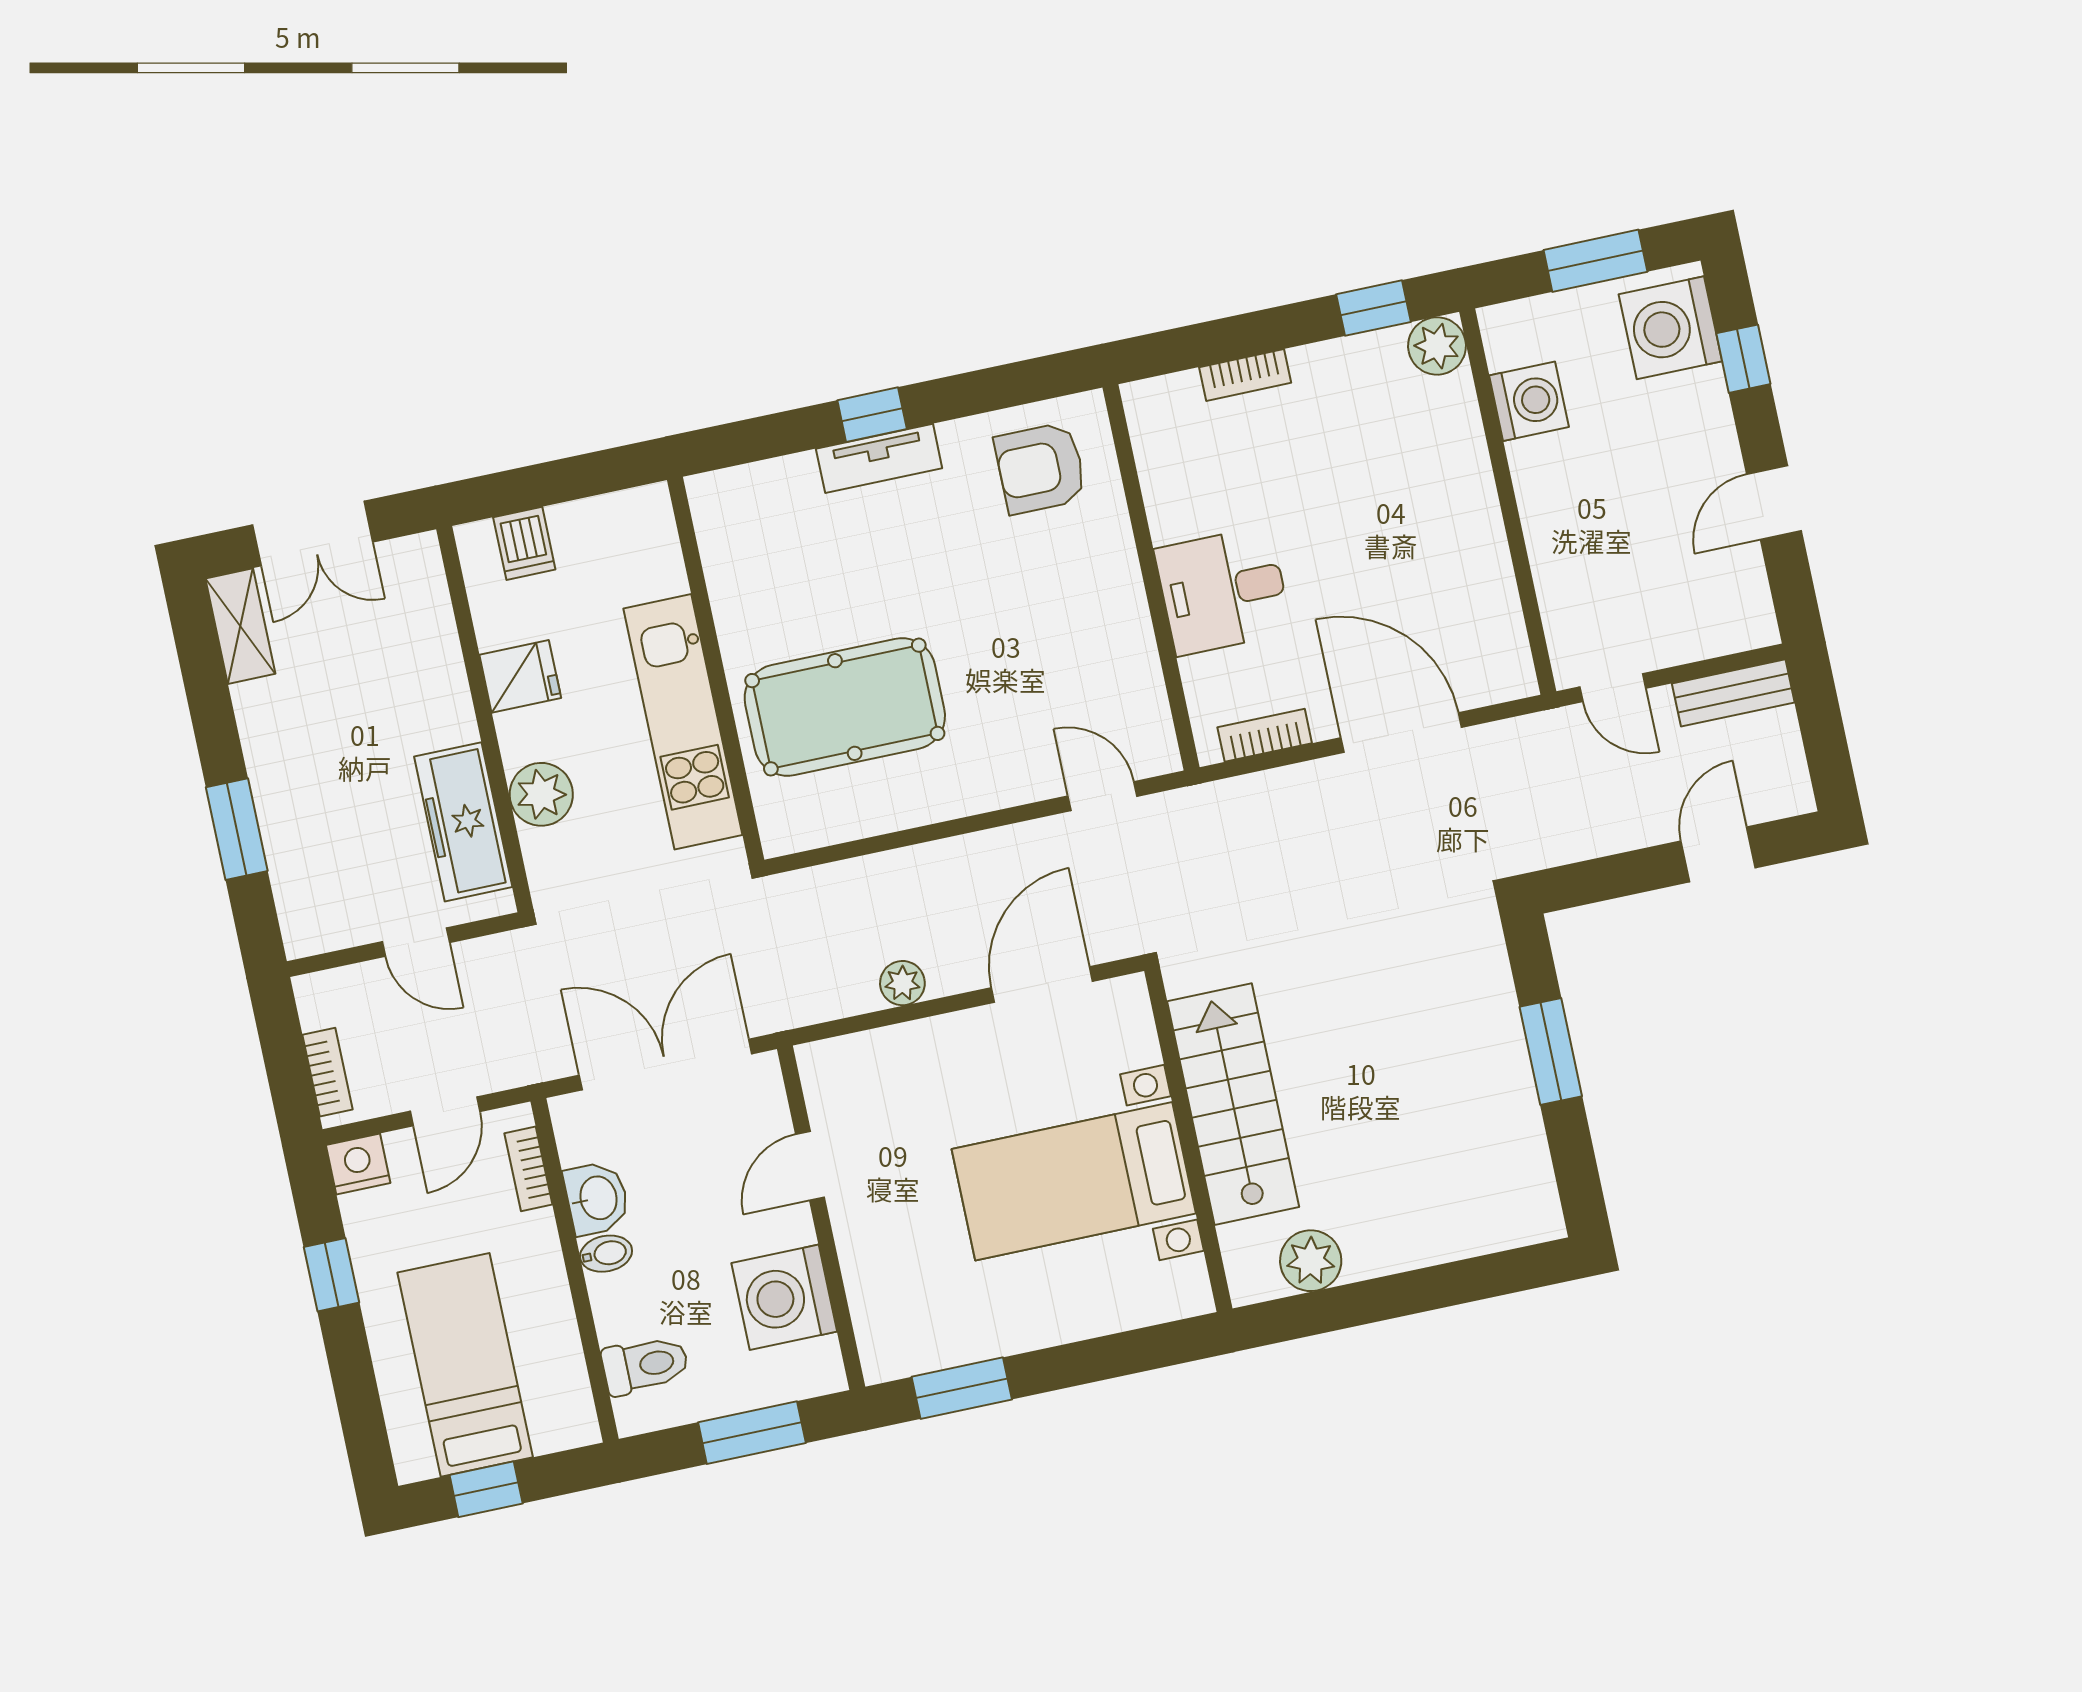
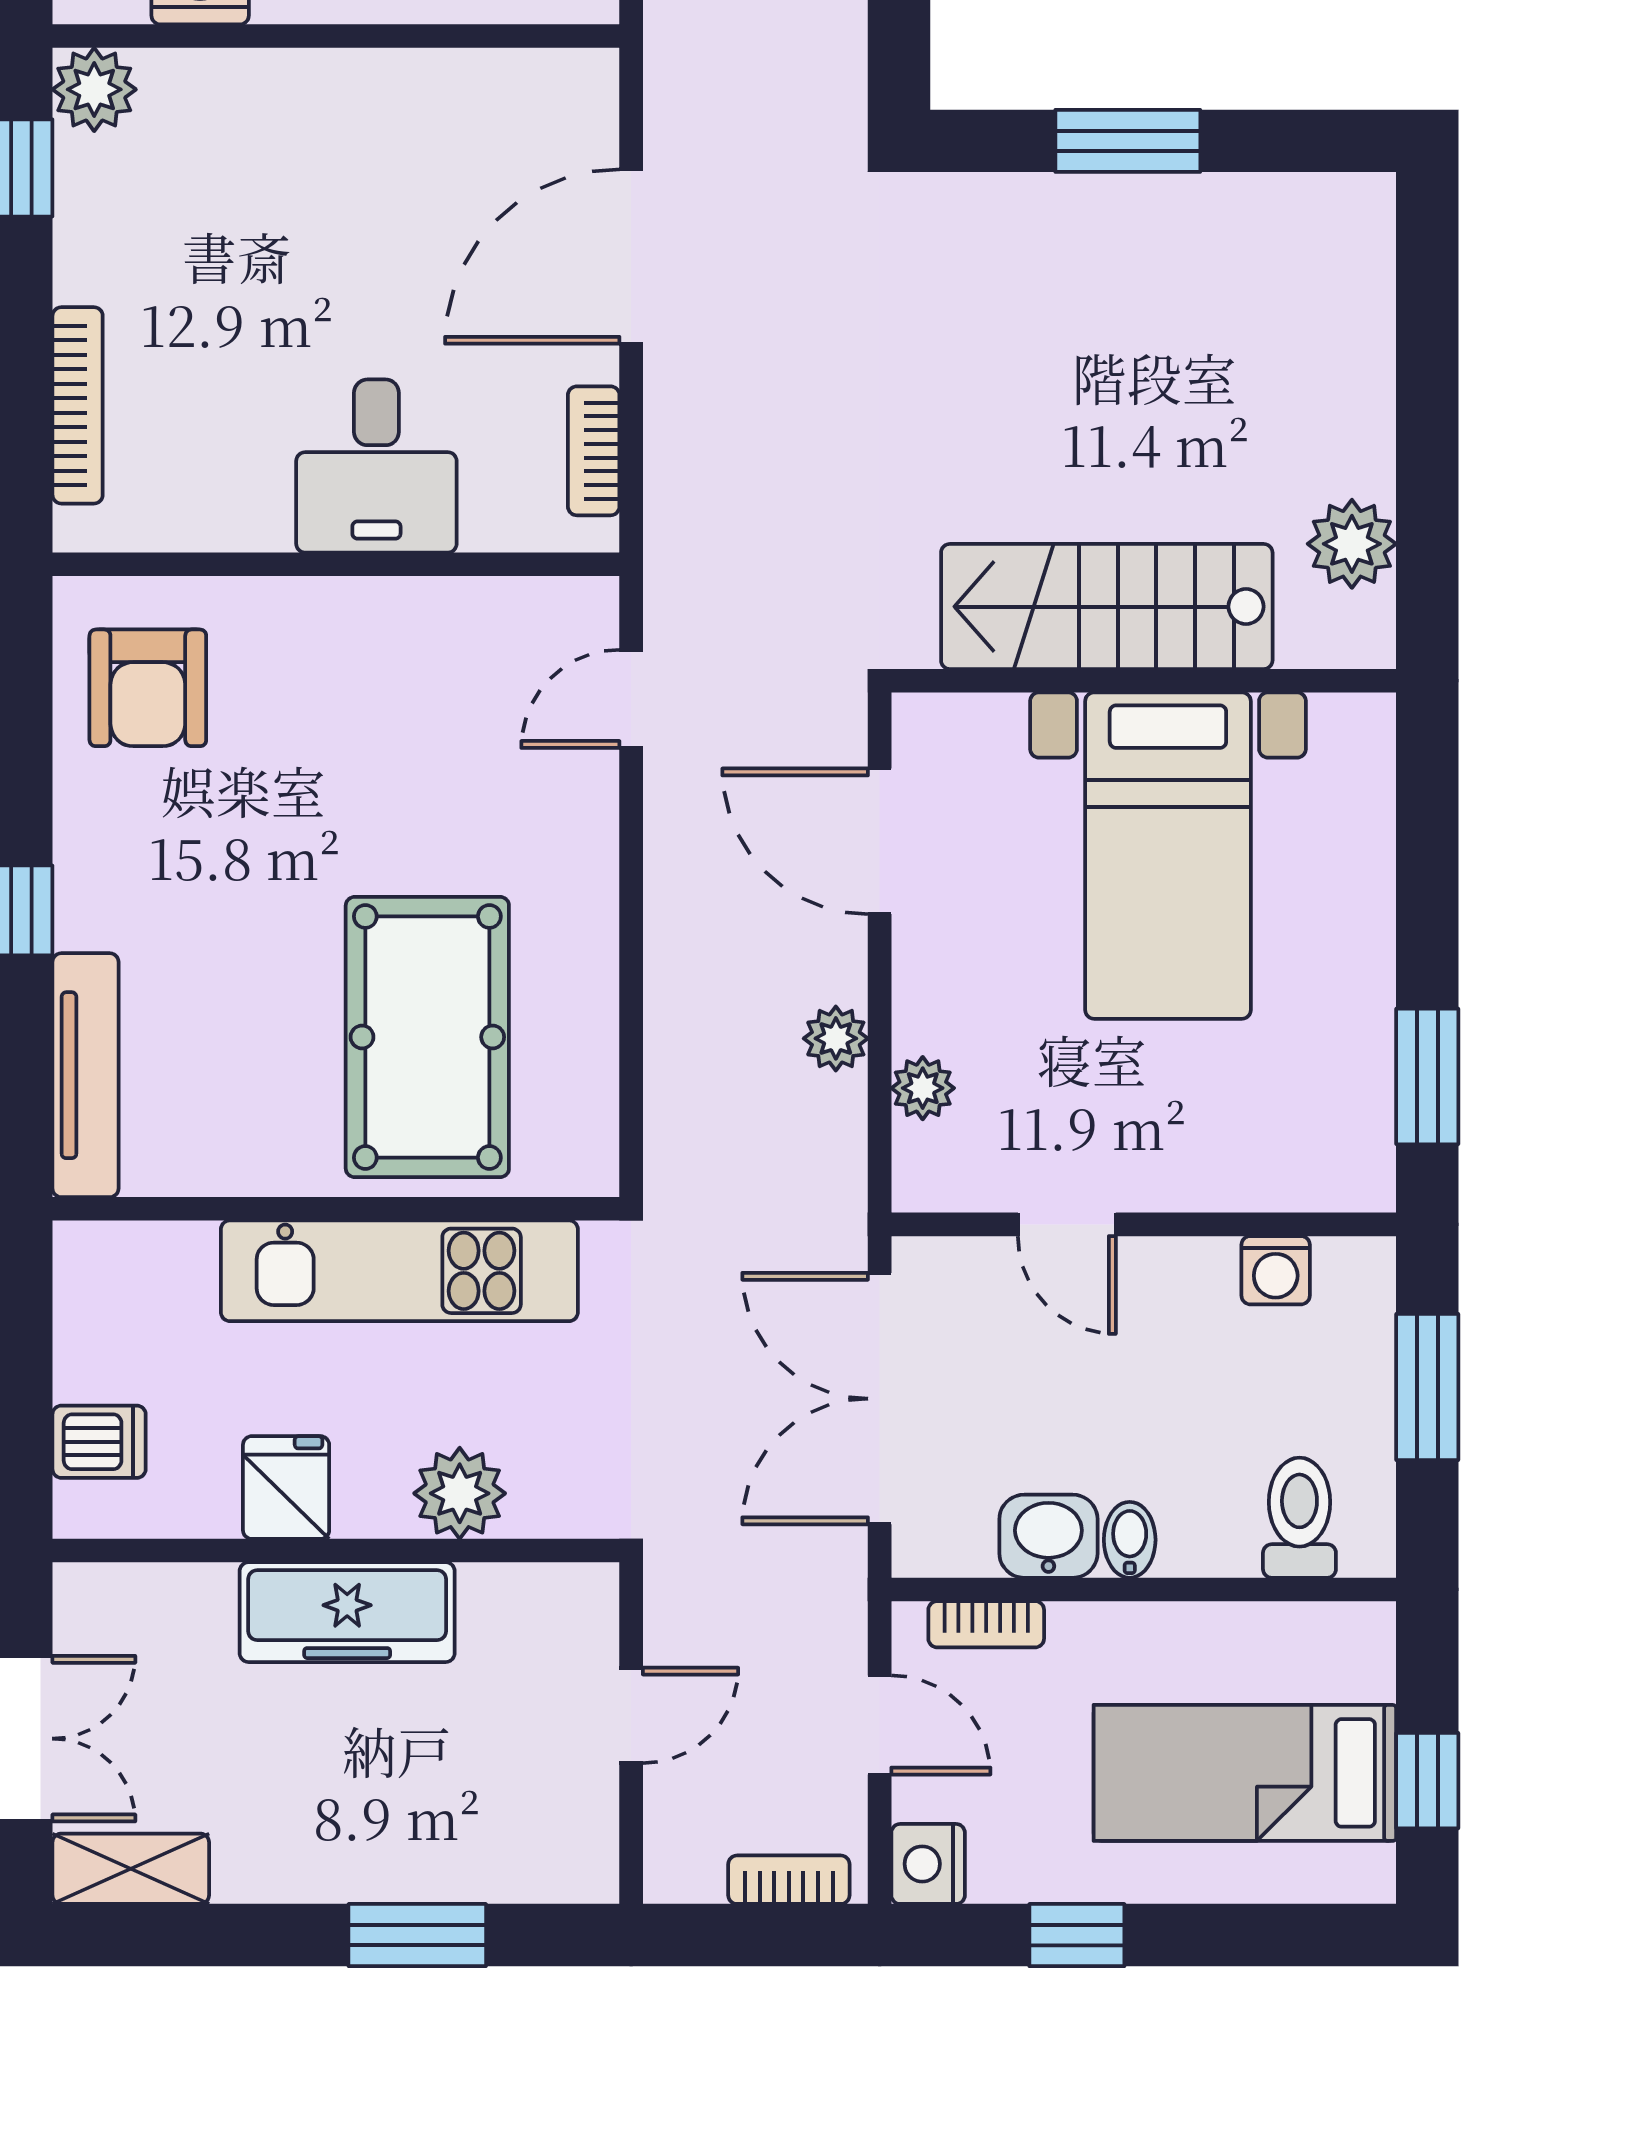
bookcase: (1245, 375) -> (78, 405), width x1.56
tv unit: (879, 458) -> (86, 1075), moved, width x1.41
freezer: (463, 822) -> (347, 1612), moved
plant: (881, 1049) -> (923, 1088), added
washing machine: (784, 1297) -> (1276, 1270), width x0.53, depth x0.53

